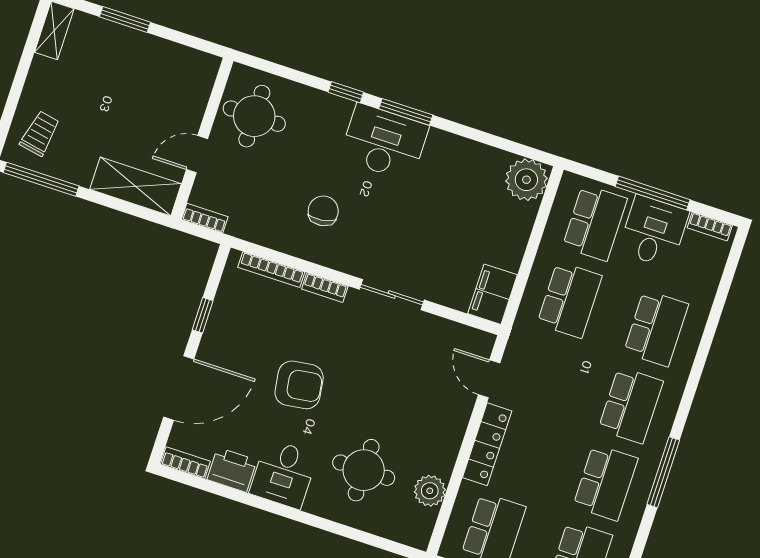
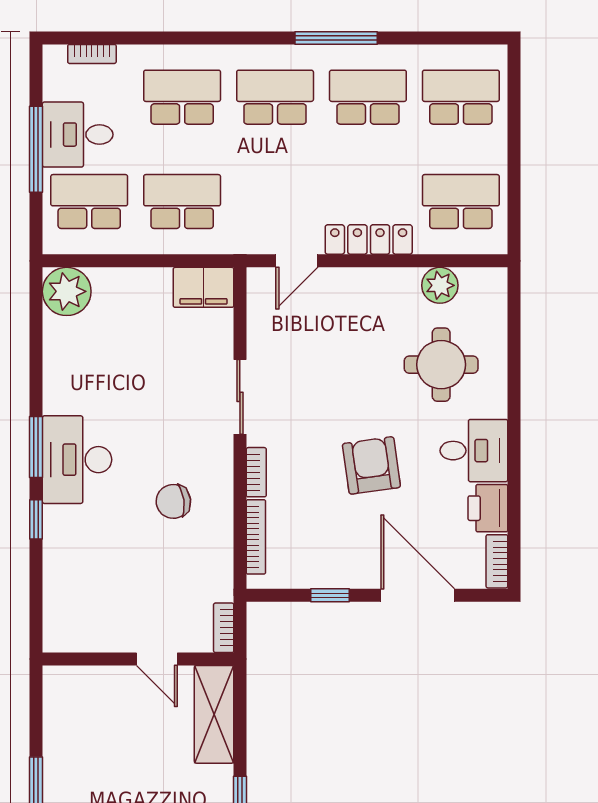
round table: (254, 116) -> (95, 610), removed
bookcase: (710, 227) -> (92, 54), moved, turned 90

